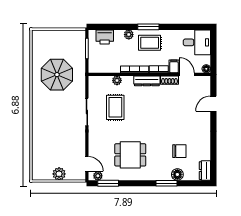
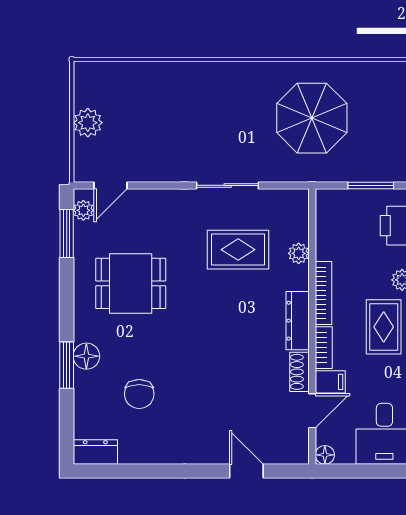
dining table: (130, 155) -> (131, 283), turned 90
floor lamp: (177, 174) -> (86, 356), moved

